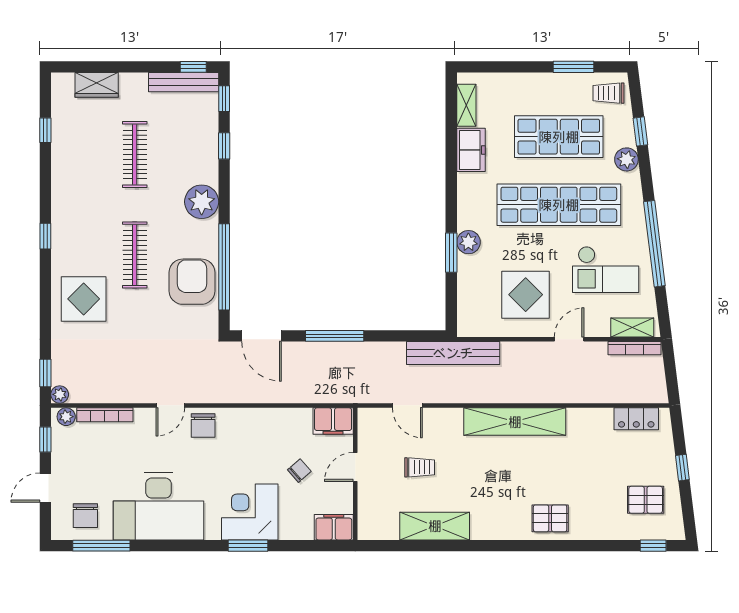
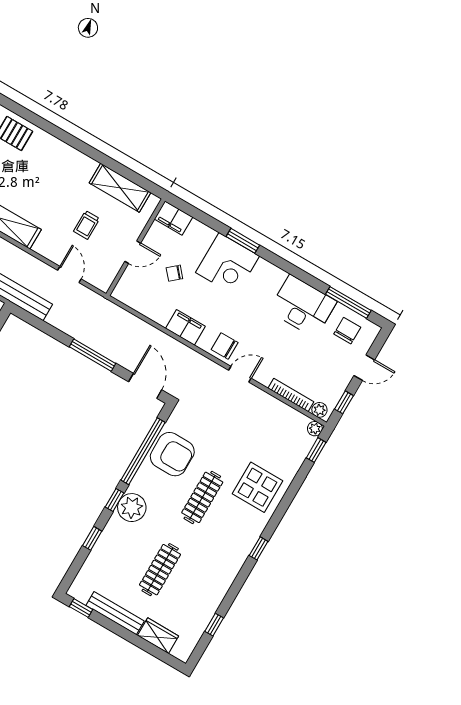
bench: (184, 82) -> (115, 613), moved
window: (224, 99) -> (115, 500), moved
armchair: (192, 282) -> (172, 454), turned -90
filing cabinet: (333, 421) -> (185, 327), moved
chair: (203, 425) -> (225, 346), turned -90
trolley: (420, 467) -> (87, 225), turned -90
desk: (158, 506) -> (303, 306), width x0.73, depth x0.77
shelving: (435, 526) -> (120, 188), moved

